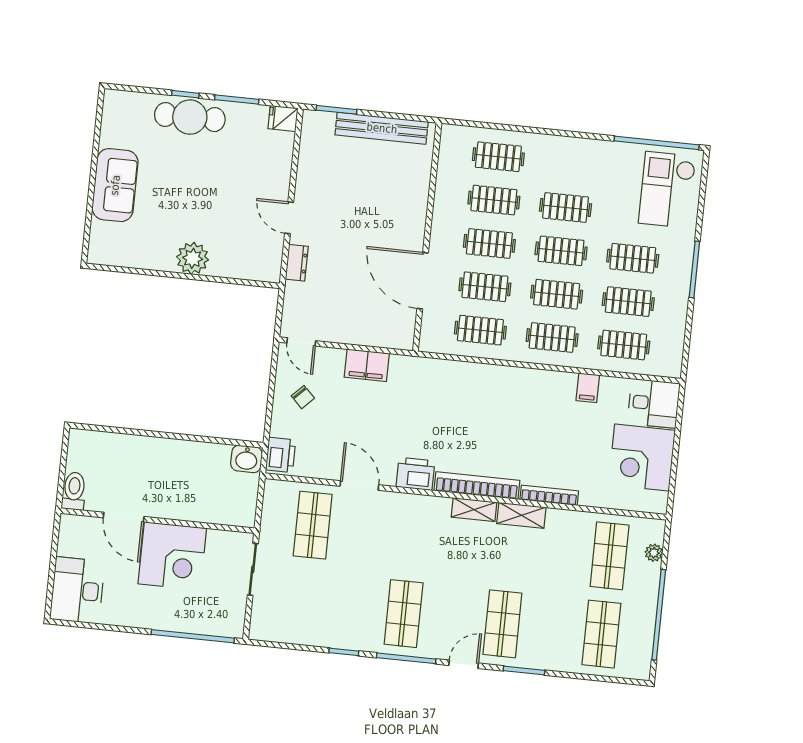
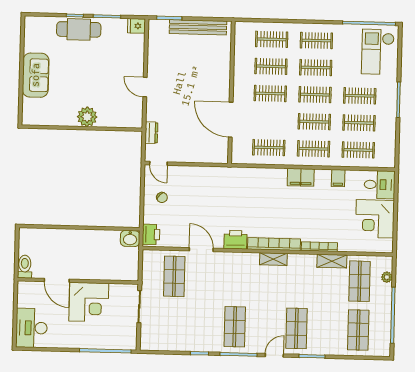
dresser: (297, 263) -> (151, 133), moved
clothes rail: (485, 287) -> (316, 41), moved
filing cabinet: (367, 365) -> (301, 177), moved
shelving: (521, 515) -> (332, 261), moved

